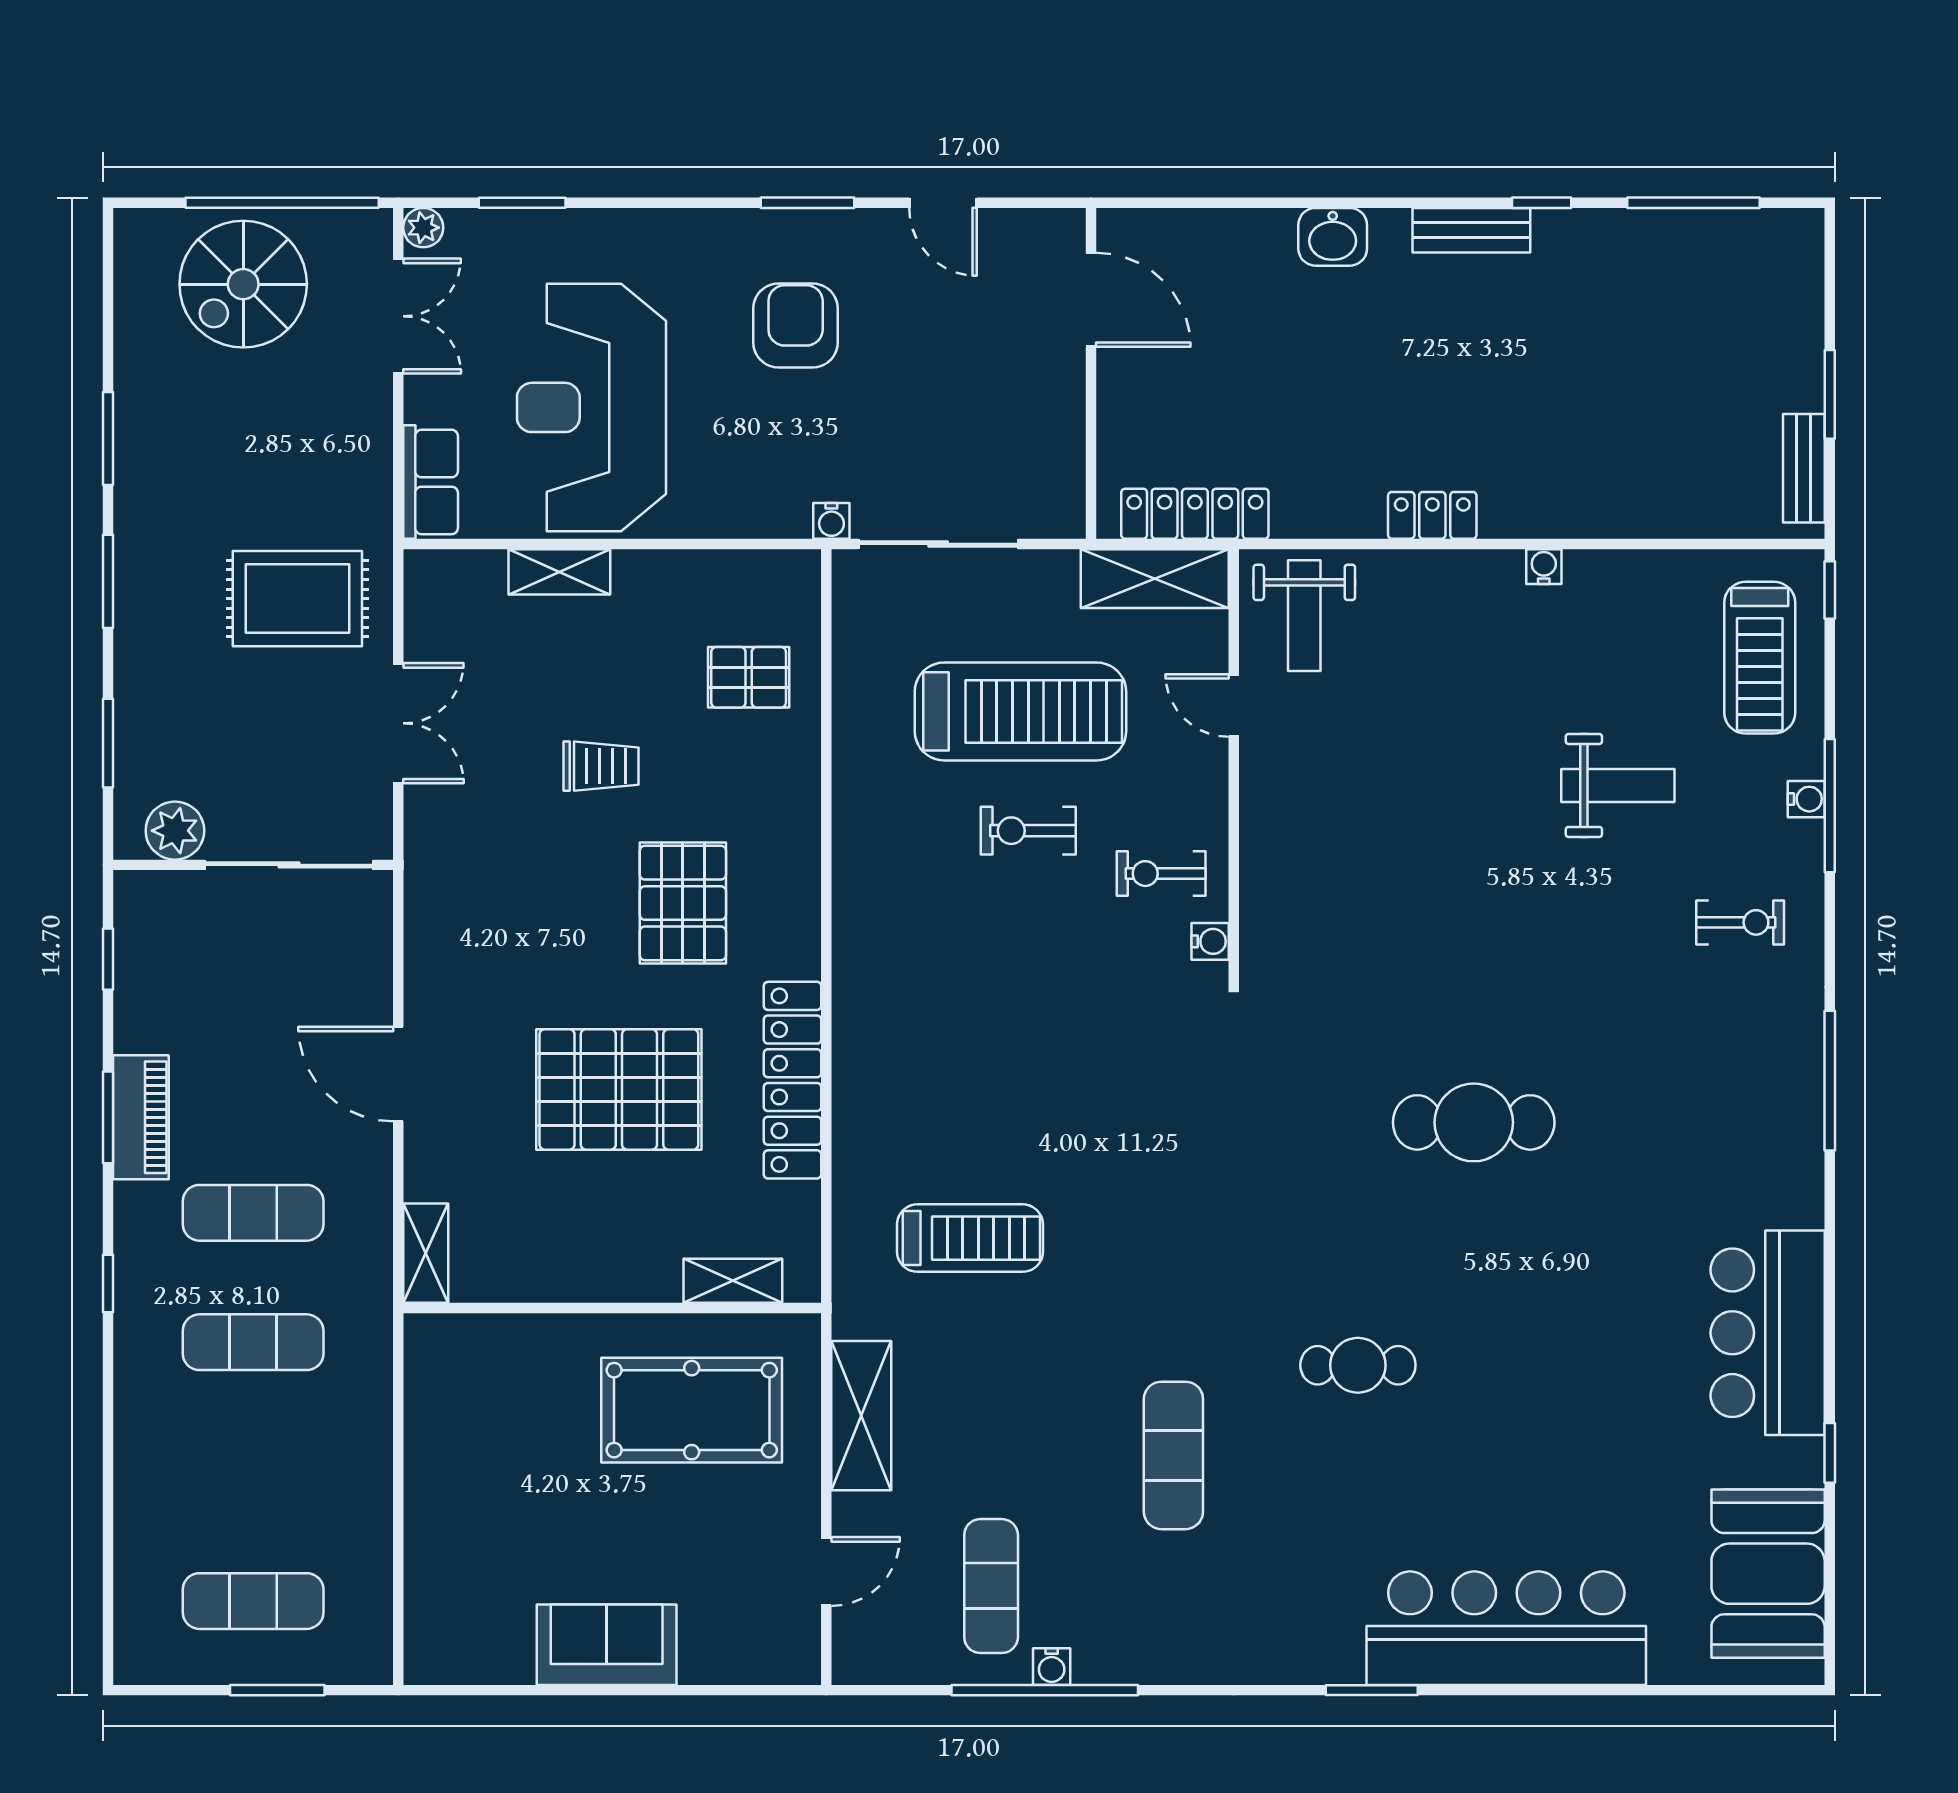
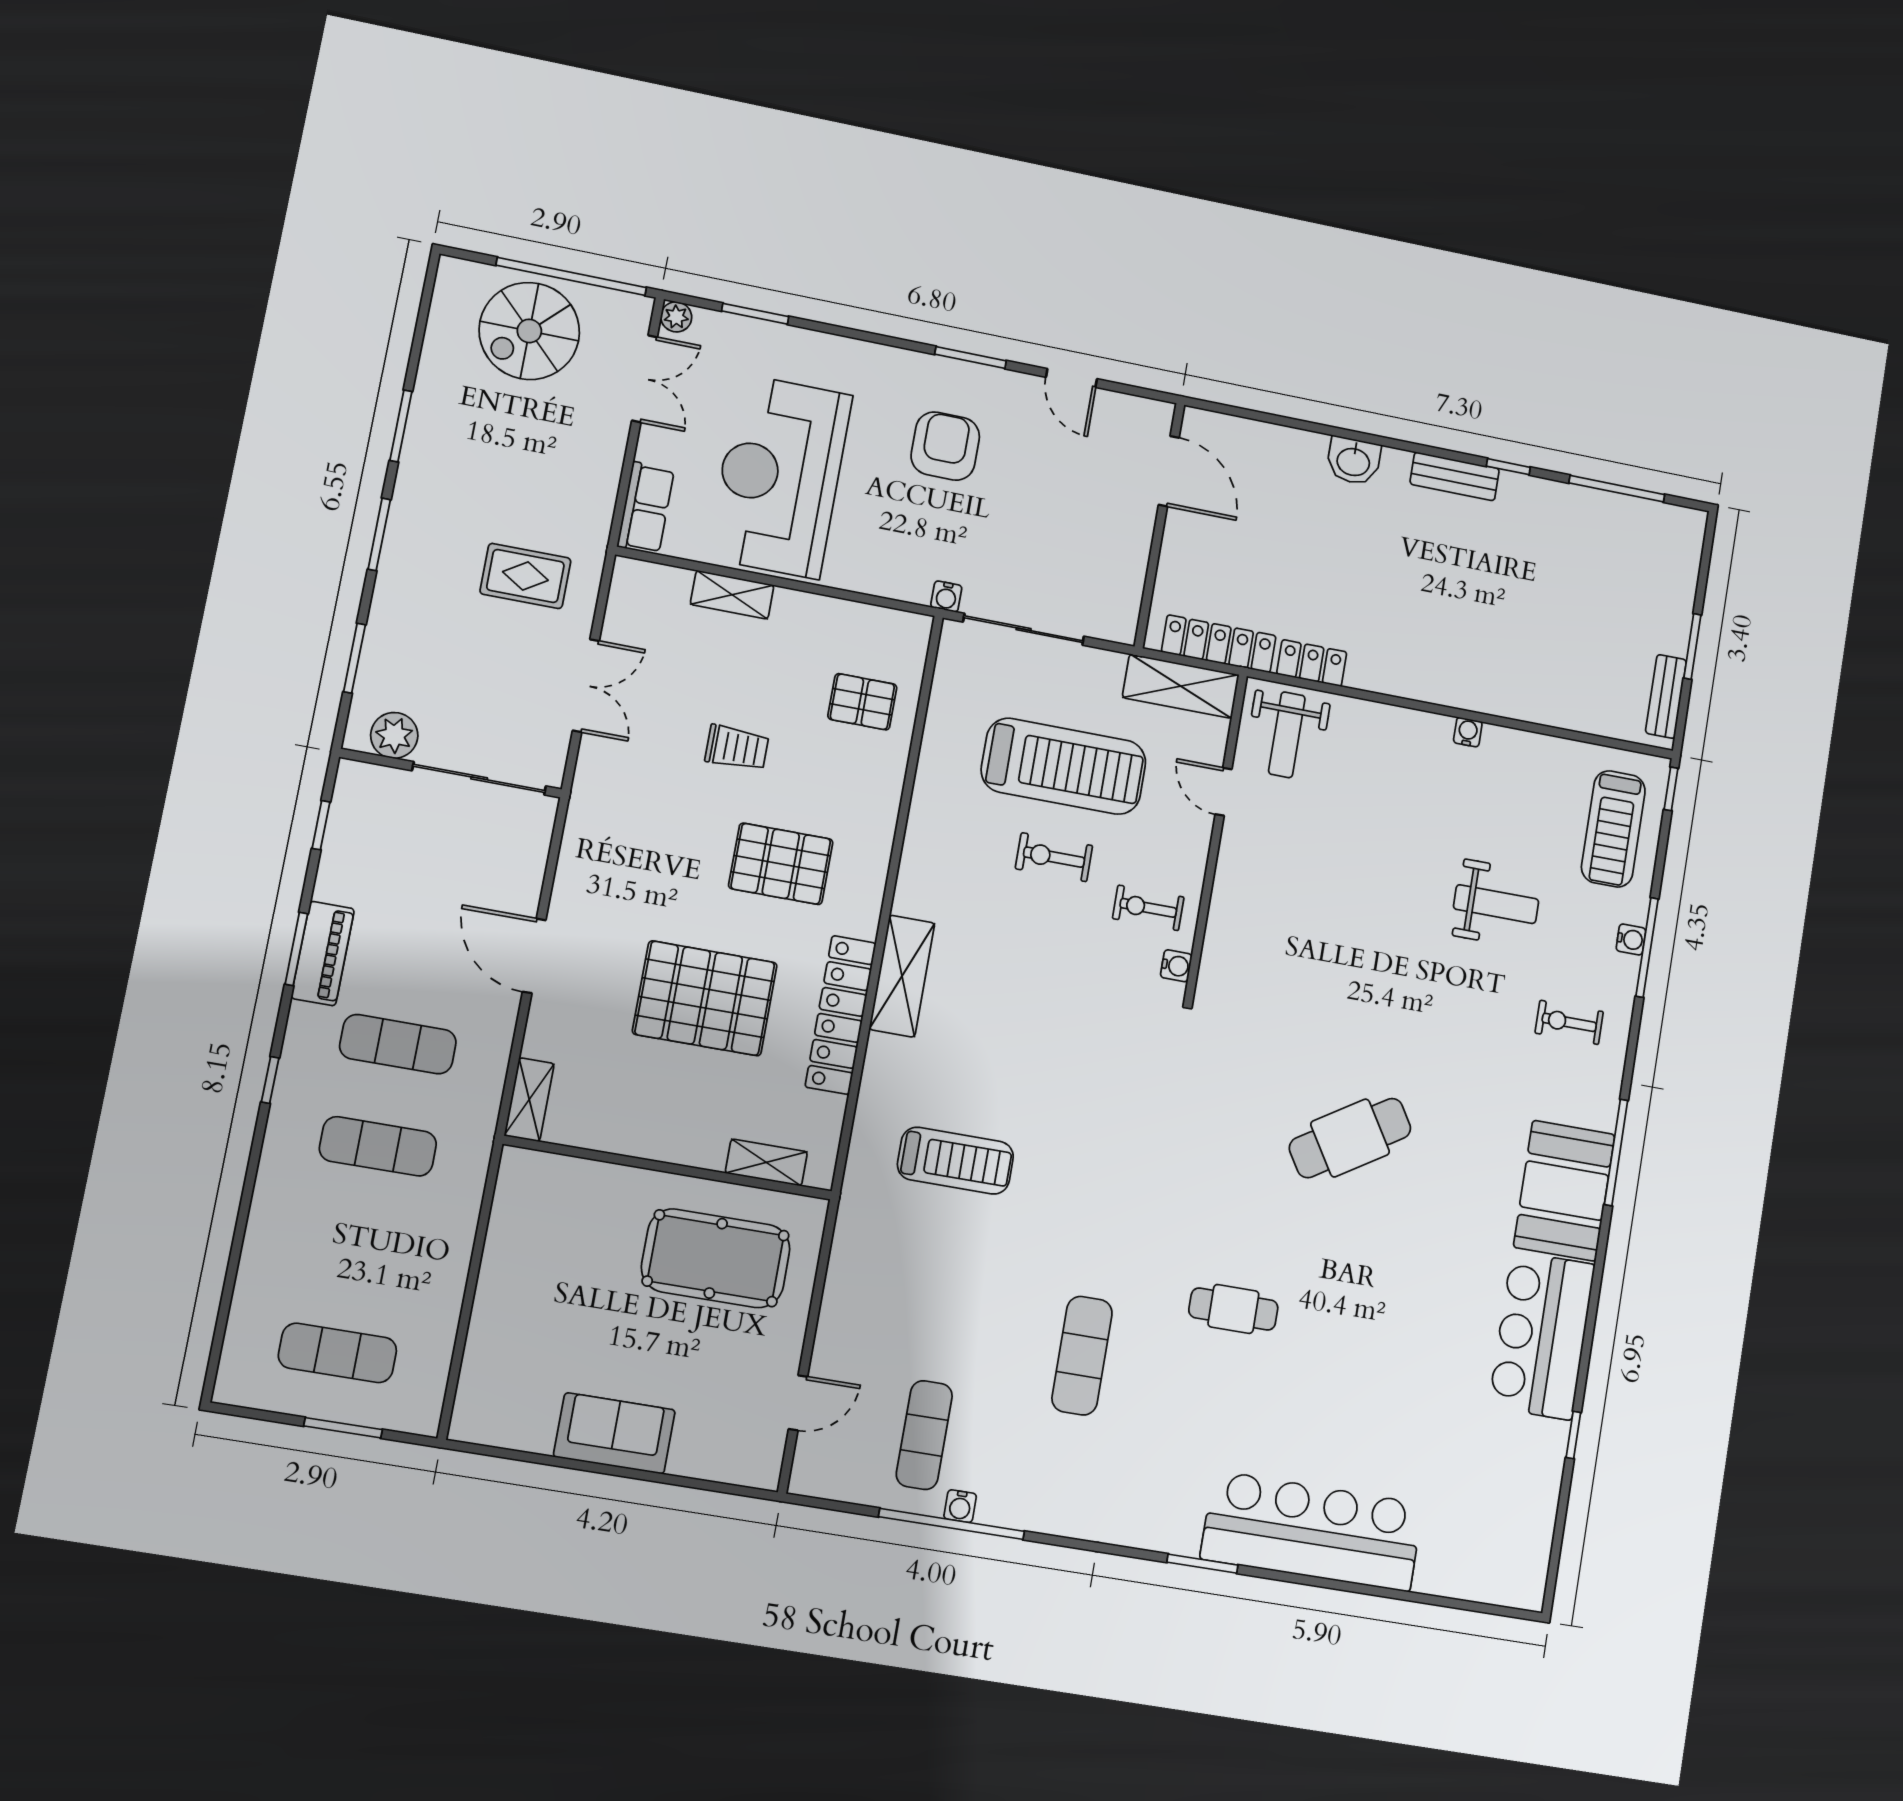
locker: (1432, 515) -> (1312, 663), moved
rug: (297, 599) -> (525, 576), width x0.73, depth x0.70
pallet: (683, 903) -> (781, 864), turned 90
exercise bike: (1740, 922) -> (1569, 1022), turned 180
cafe table: (1474, 1122) -> (1350, 1138), turned -32
shelving: (861, 1416) -> (902, 976), moved
booth: (1768, 1574) -> (1564, 1191), moved

